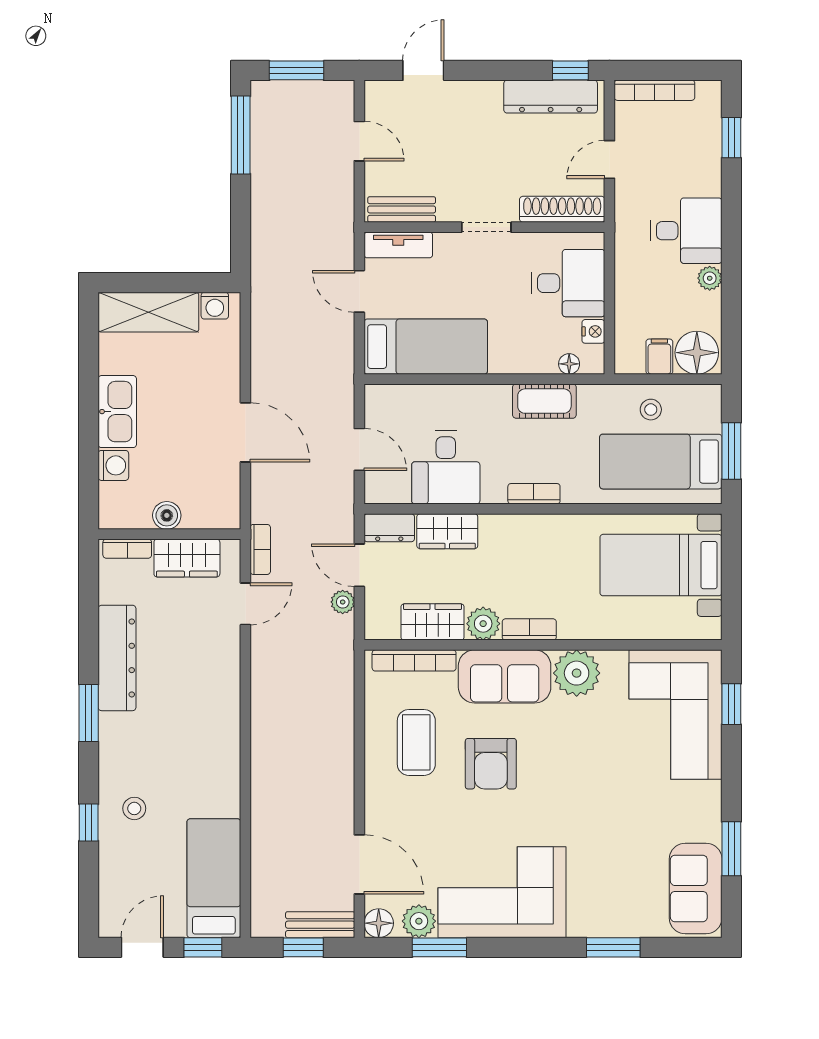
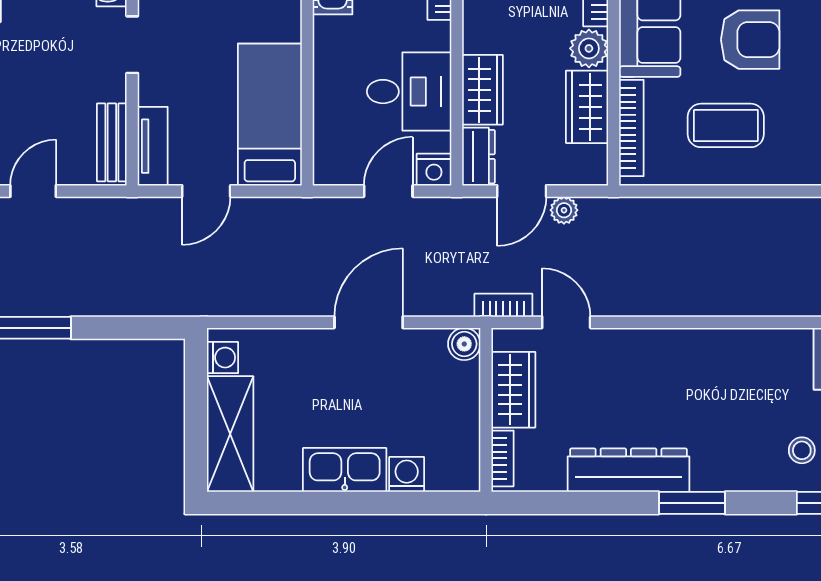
nightstand: (378, 489) -> (434, 170), added
boiler: (167, 515) -> (464, 344), moved

